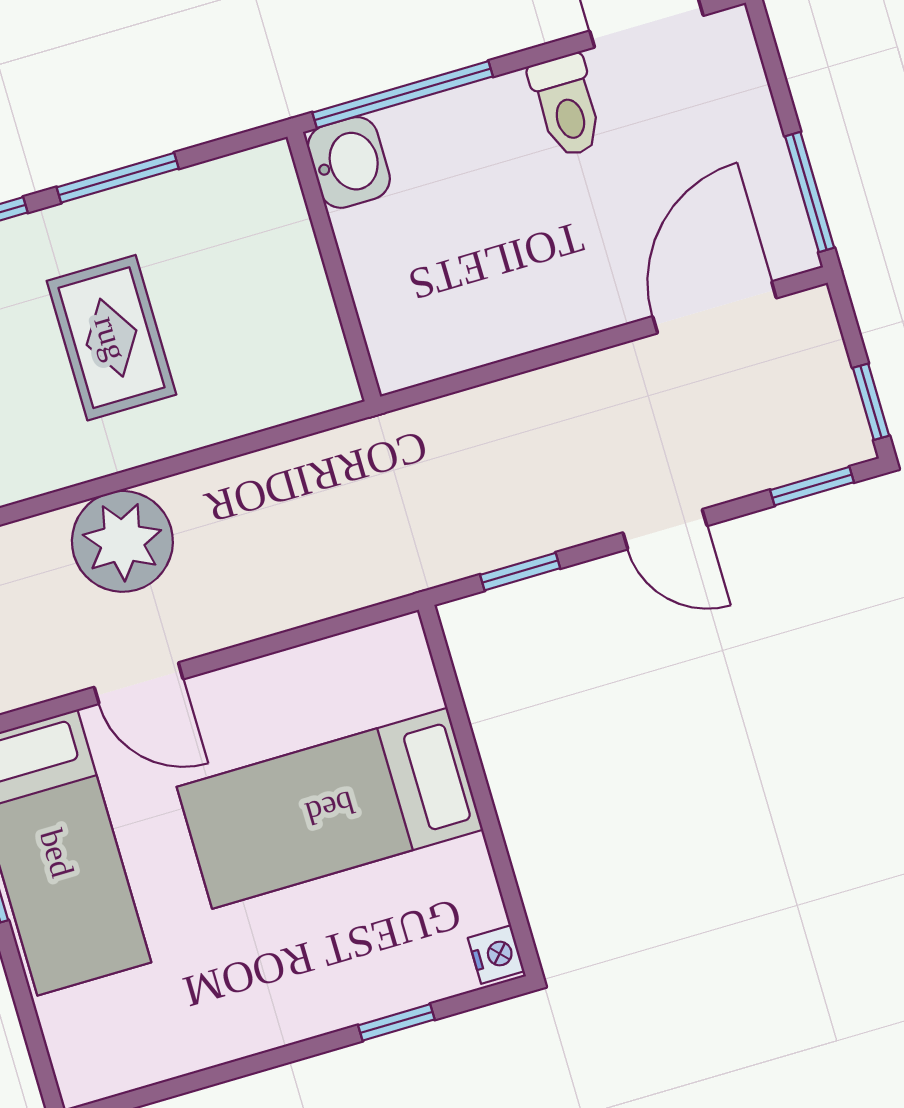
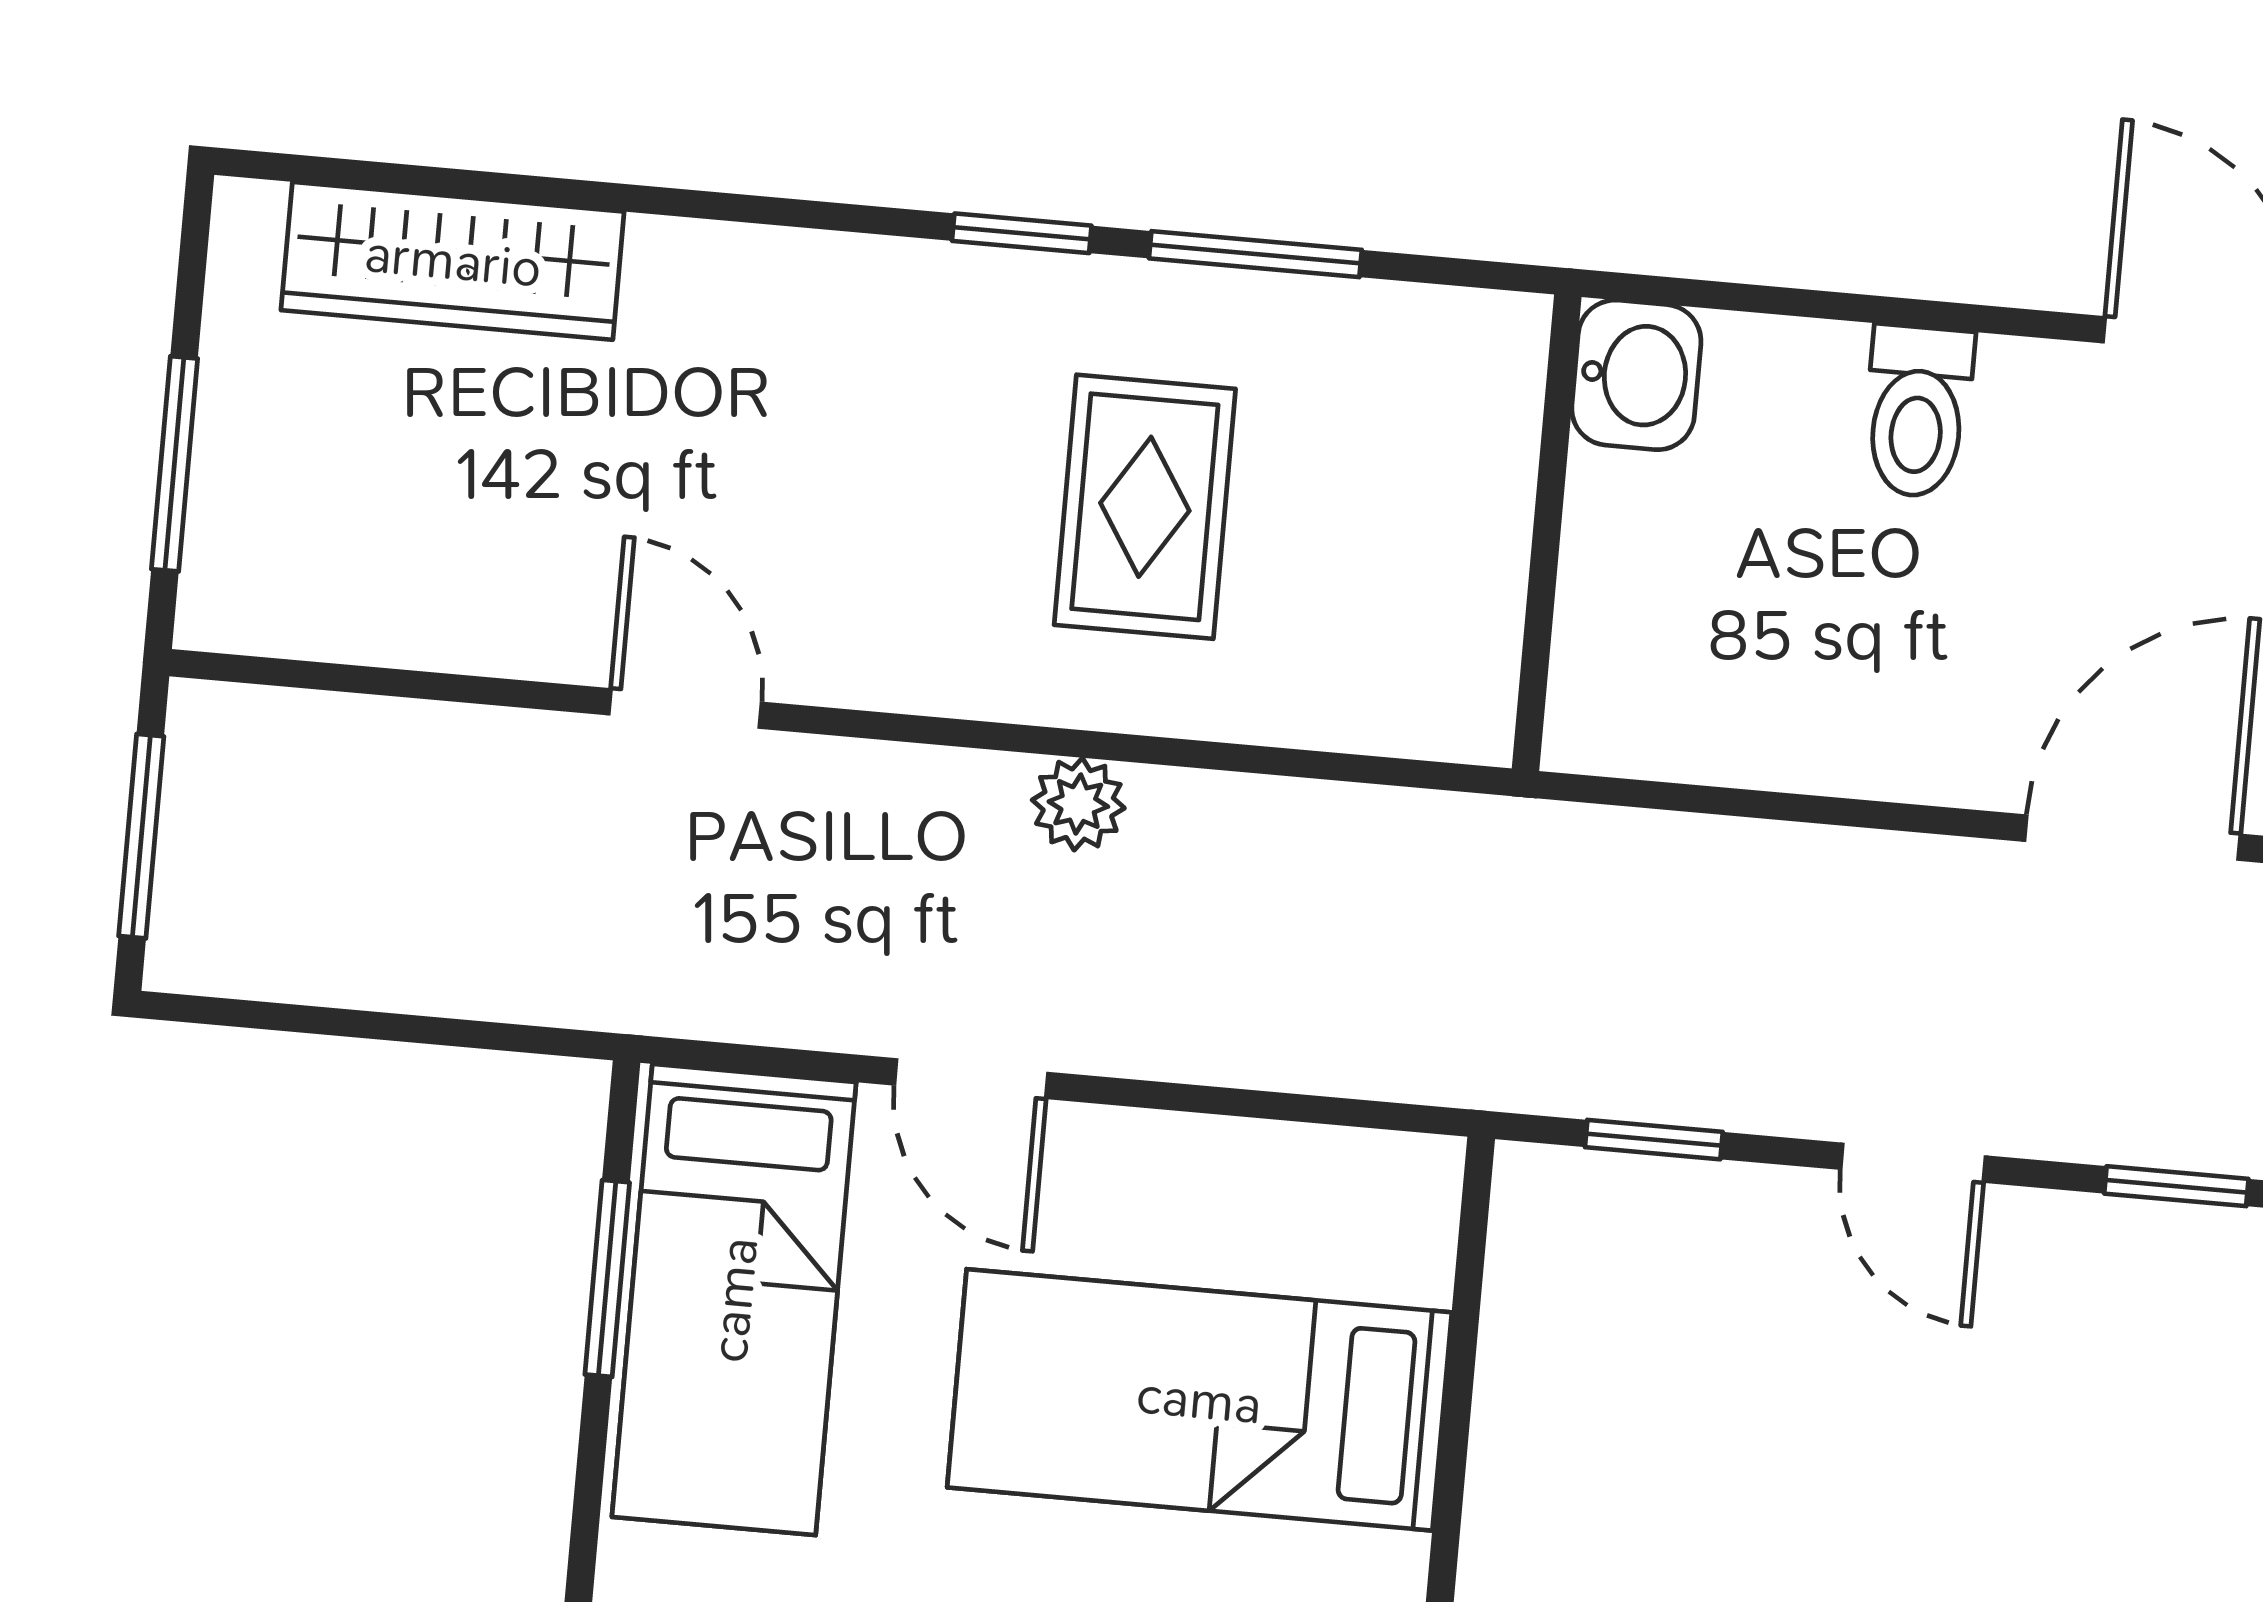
window: (403, 94) -> (1766, 300), removed
toilet: (567, 106) -> (1918, 411), moved
plant: (122, 541) -> (1078, 804), width x0.53, depth x0.53

